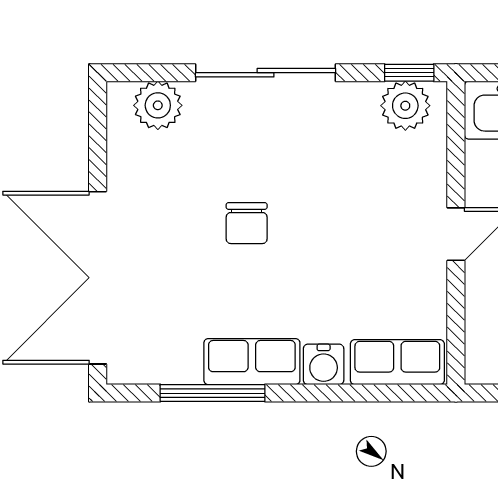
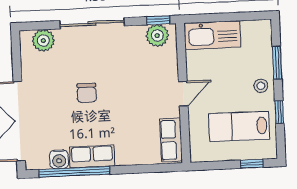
row of seats: (397, 362) -> (171, 140), moved, turned -90
water cooler: (324, 364) -> (59, 159), moved
window: (213, 393) -> (75, 172), width x1.46

